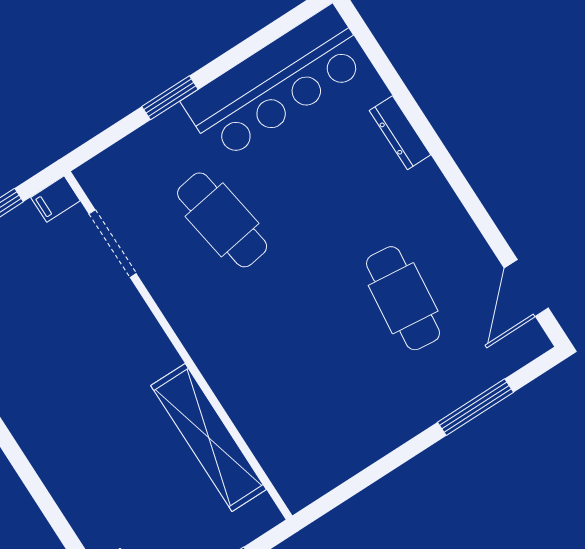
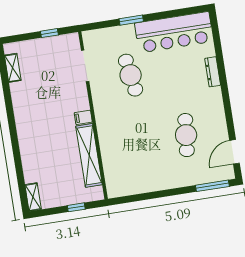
filing cabinet: (55, 199) -> (83, 117), moved
window: (475, 407) -> (212, 186), moved

